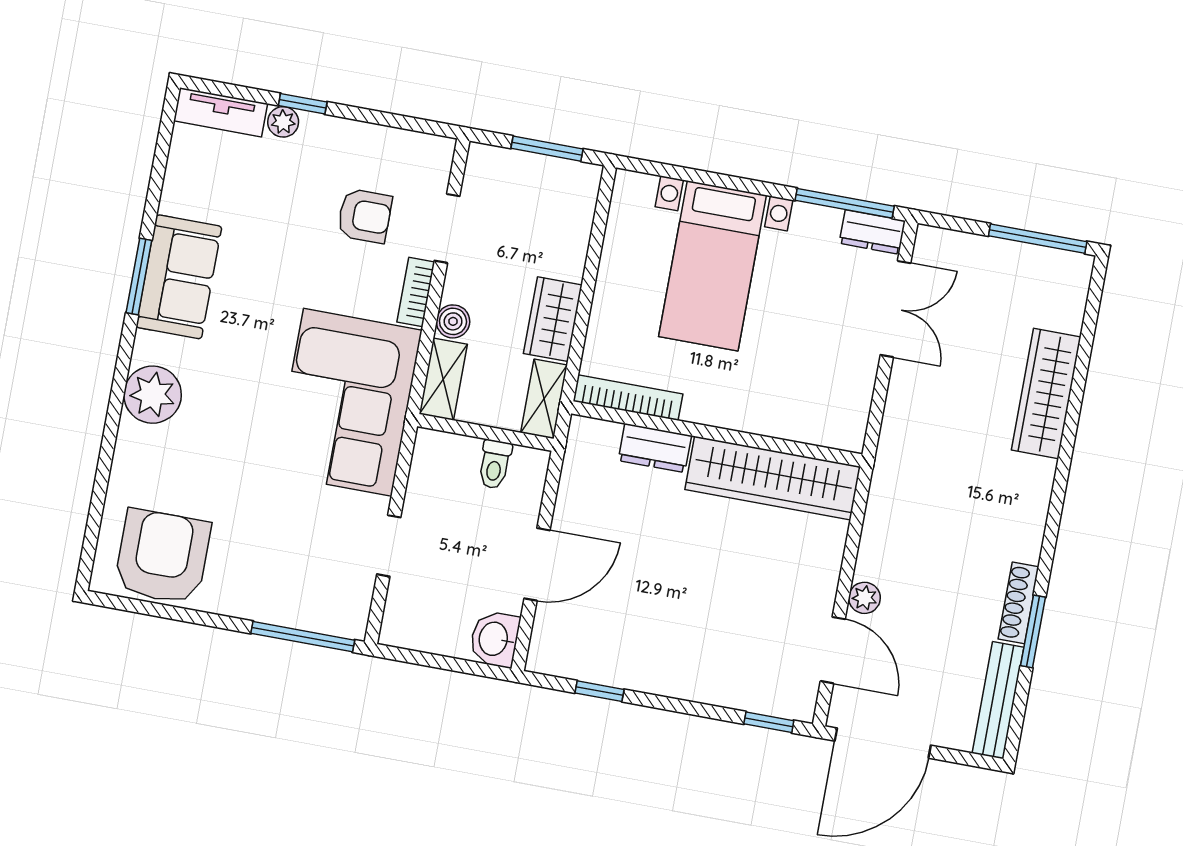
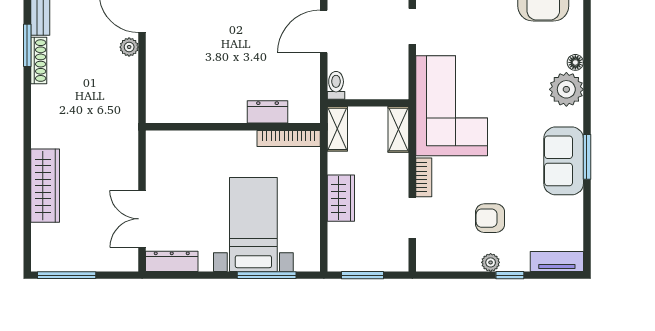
plant: (283, 122) -> (491, 262), moved
window: (845, 203) -> (267, 275), moved
armchair: (365, 216) -> (490, 218), moved
dresser: (872, 232) -> (172, 261), width x1.44
wardrobe: (553, 319) -> (341, 198), moved
boiler: (453, 321) -> (399, 164), removed
floor lamp: (129, 437) -> (575, 62), added
toilet: (495, 464) -> (336, 85), moved
wardrobe: (773, 478) -> (196, 107), removed

